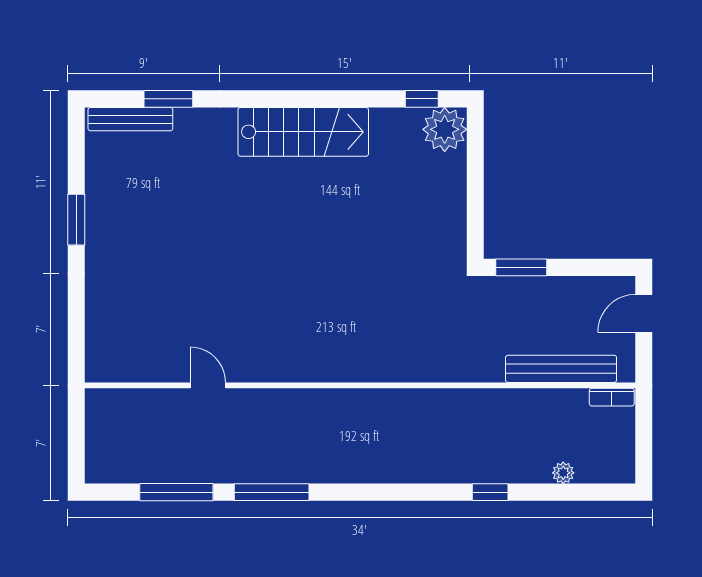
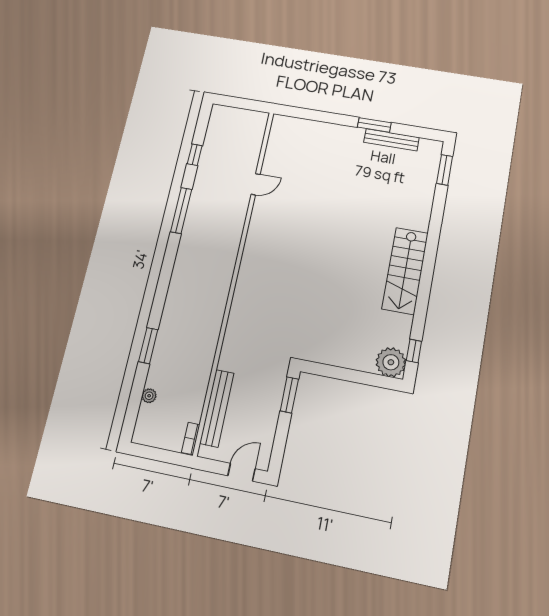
window: (168, 99) -> (445, 170), moved
bench: (130, 119) -> (391, 140), moved, turned 90
door: (644, 313) -> (241, 472), hinge flipped
window: (176, 492) -> (195, 155), width x0.46
window: (490, 492) -> (148, 346), width x1.50

